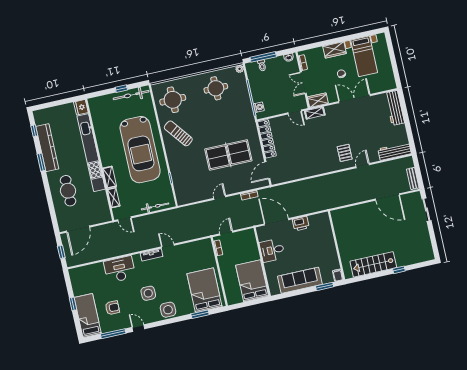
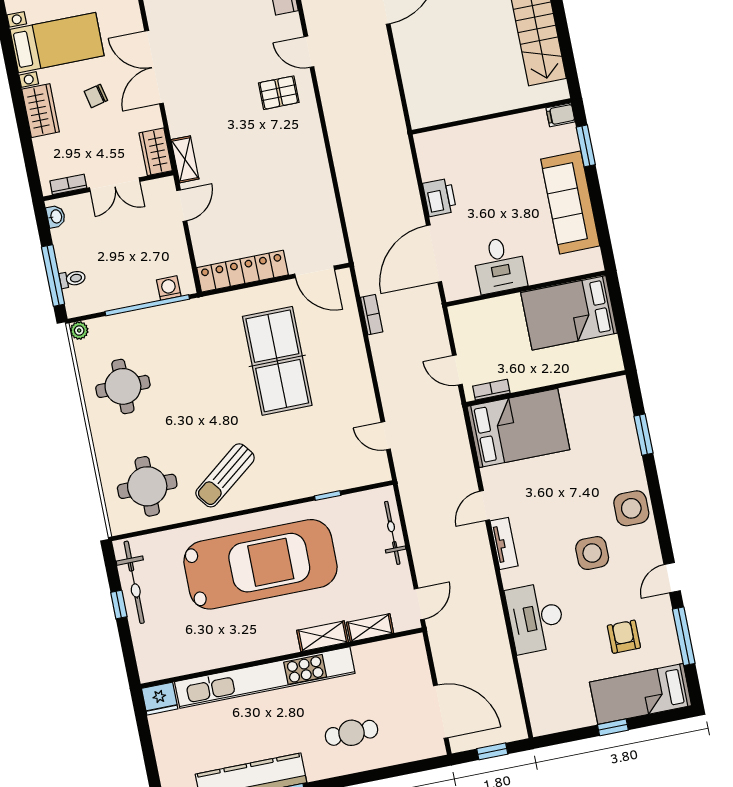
cafe table: (68, 191) -> (352, 733), width x0.73, depth x0.74
door: (220, 197) -> (386, 436), moved
bed: (204, 290) -> (518, 428), moved, turned 180

